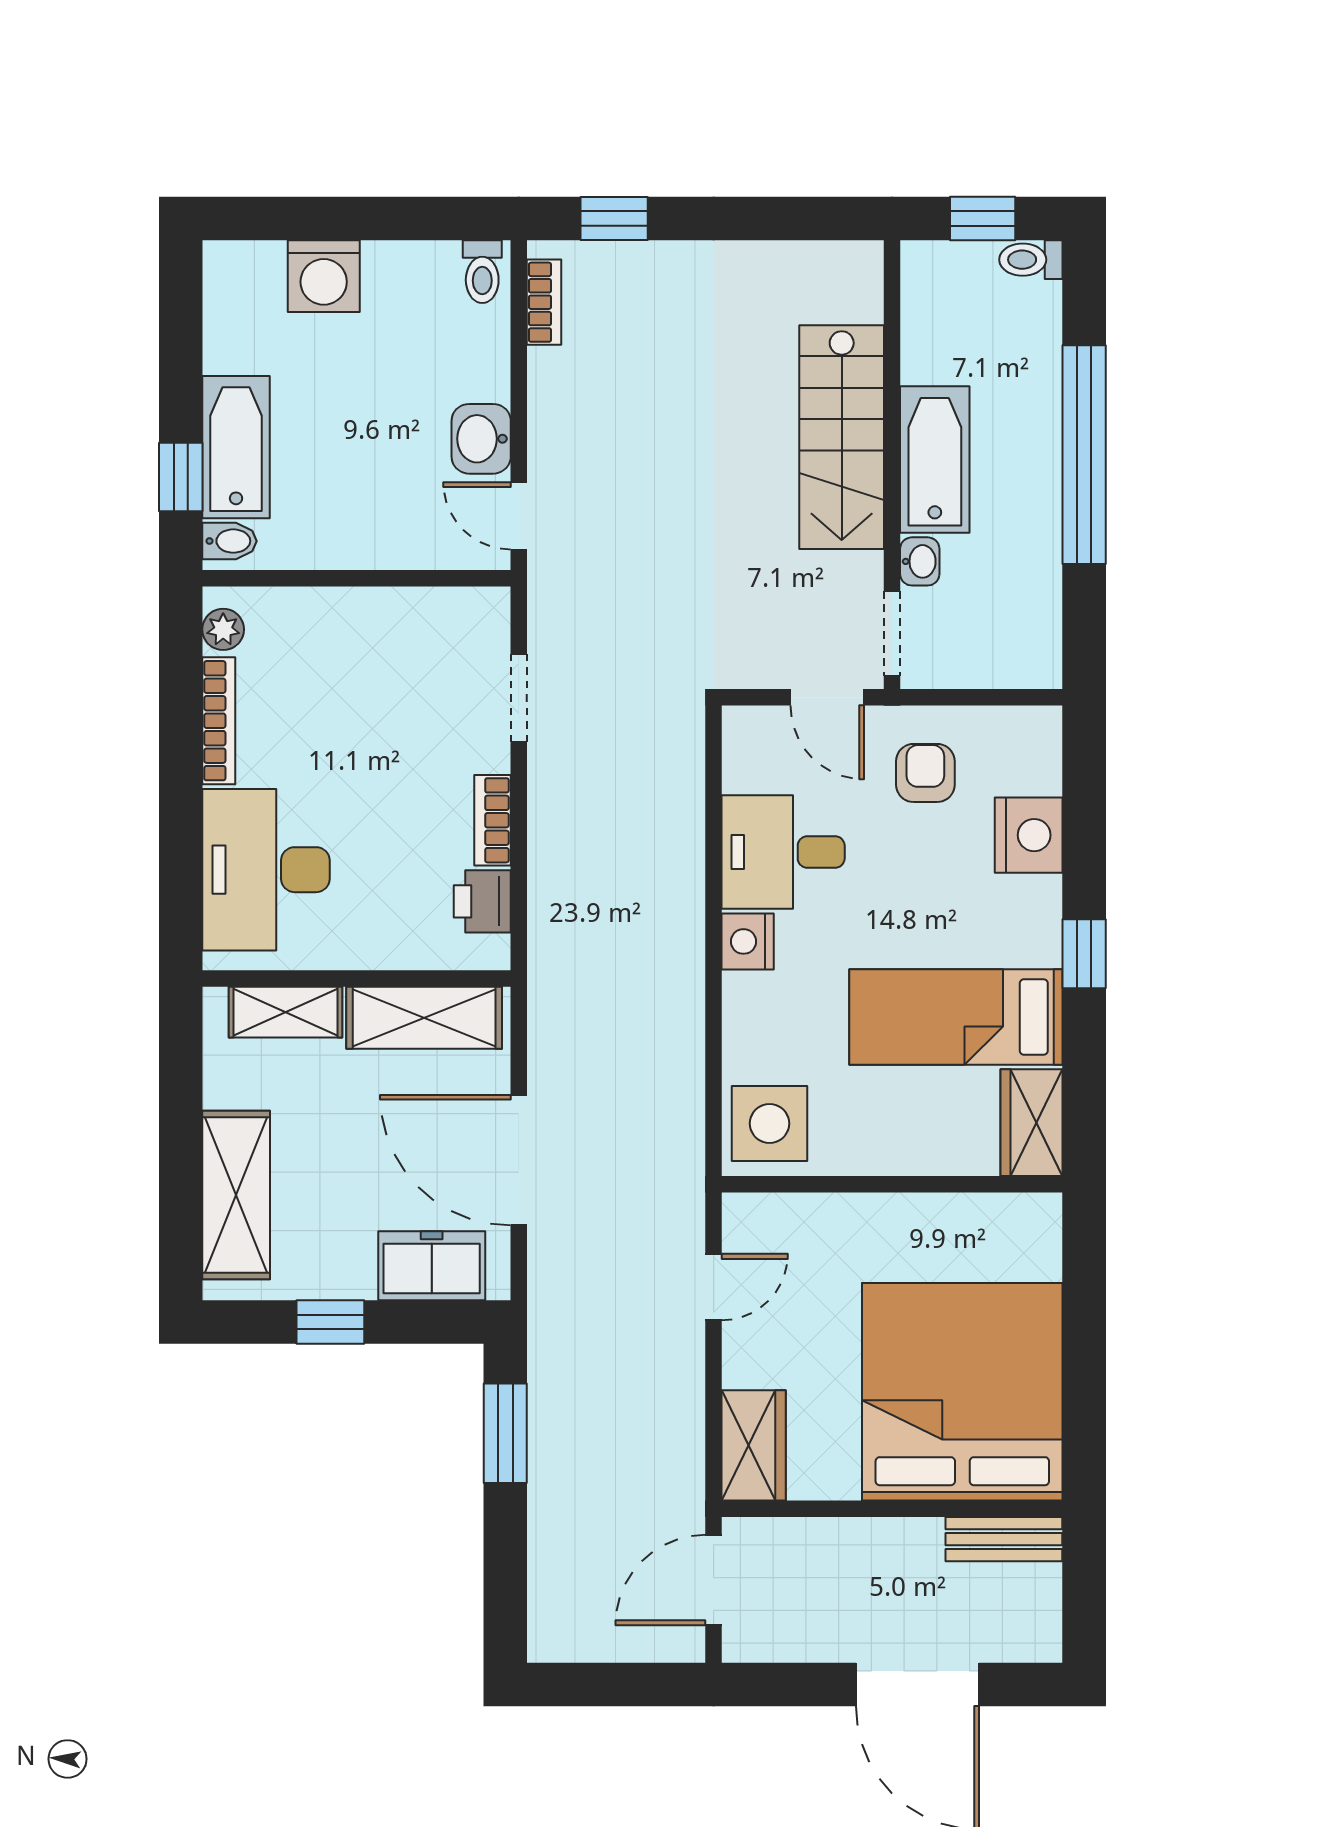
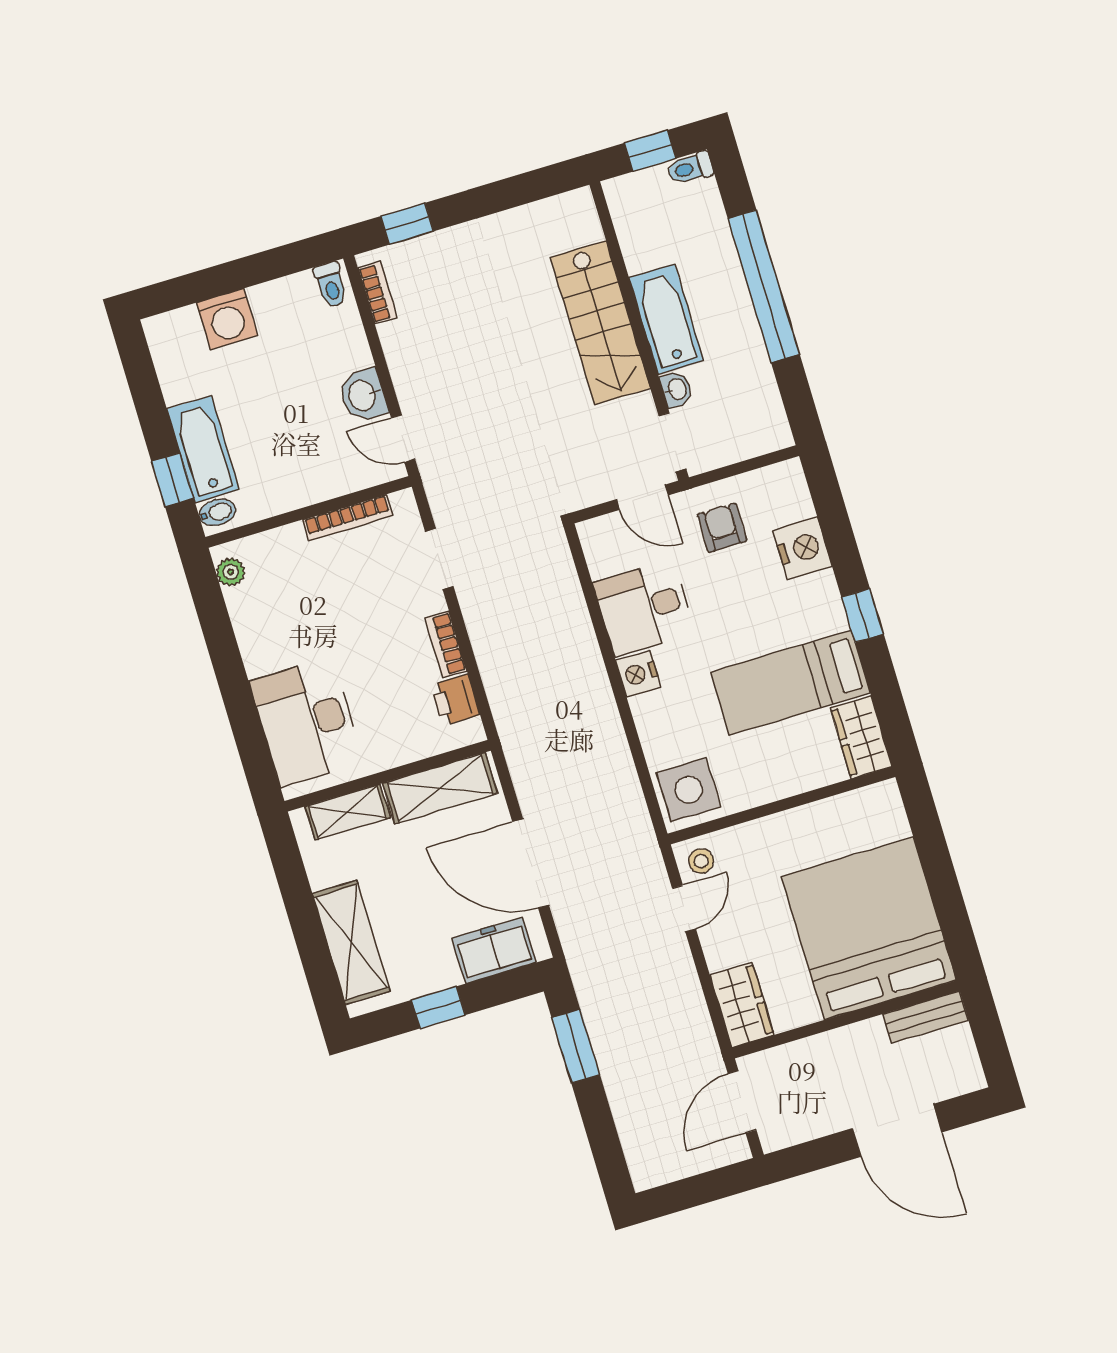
bookcase: (219, 721) -> (348, 518), moved, turned 90
stool: (757, 1228) -> (701, 861), added

